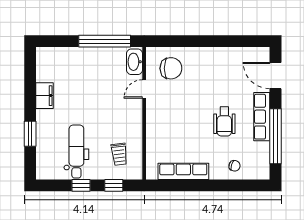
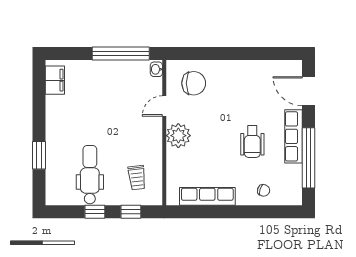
washbasin: (134, 62) -> (156, 69), width x0.52, depth x0.69
filing cabinet: (45, 96) -> (55, 80), moved
plant: (157, 116) -> (178, 136), added

